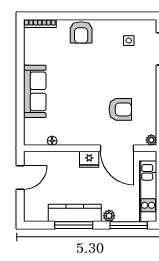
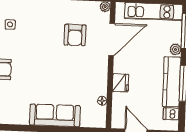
armchair: (120, 109) -> (75, 35), turned 180
fridge: (89, 159) -> (120, 83), moved
dishwasher: (41, 214) -> (171, 114), added

